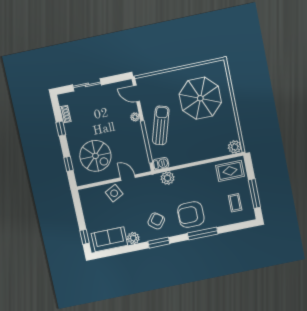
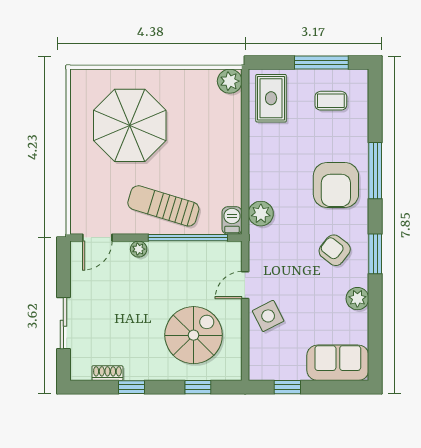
window: (84, 237) -> (287, 387), moved
sofa: (109, 239) -> (338, 363), moved, turned 90

